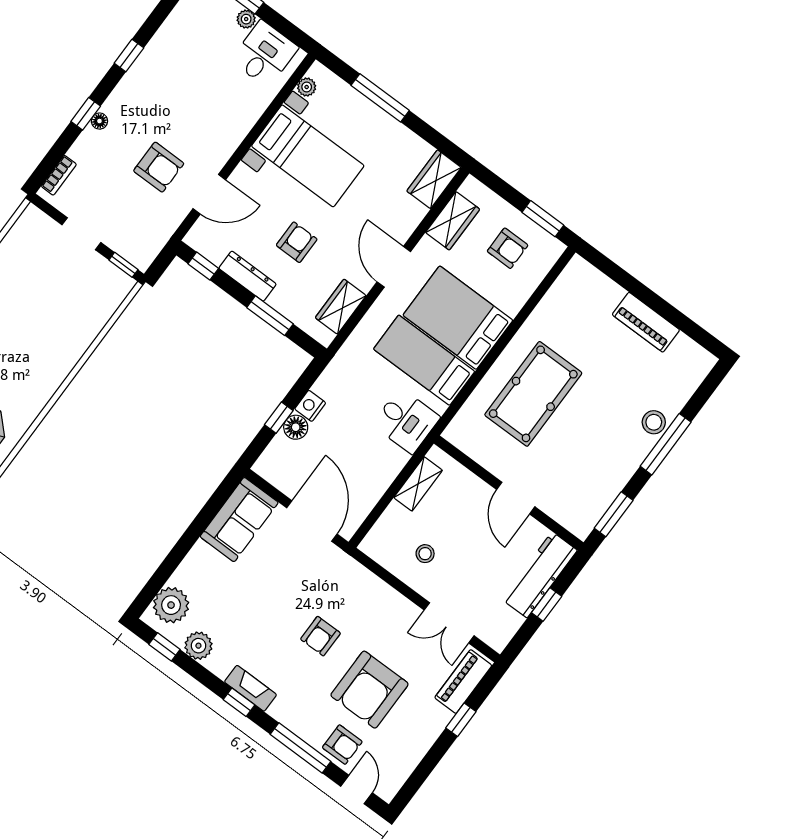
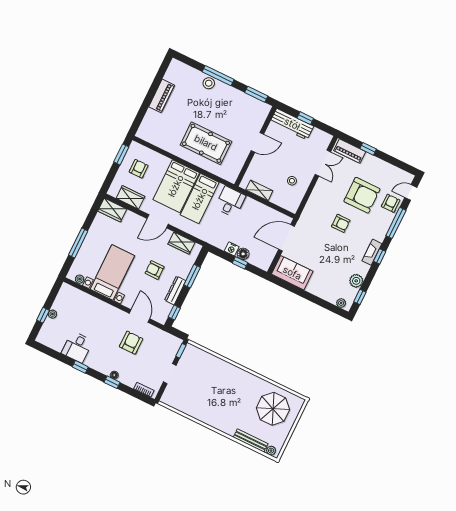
desk: (265, 54) -> (77, 347), moved, turned -90
plant: (171, 605) -> (341, 303), width x0.53, depth x0.53

